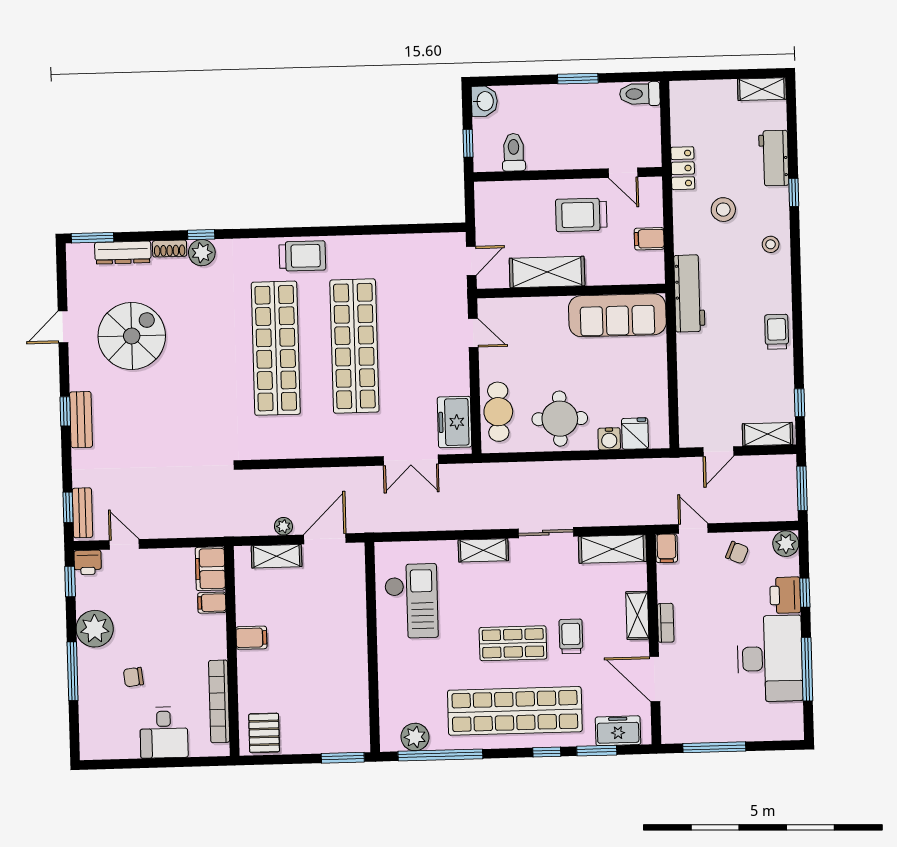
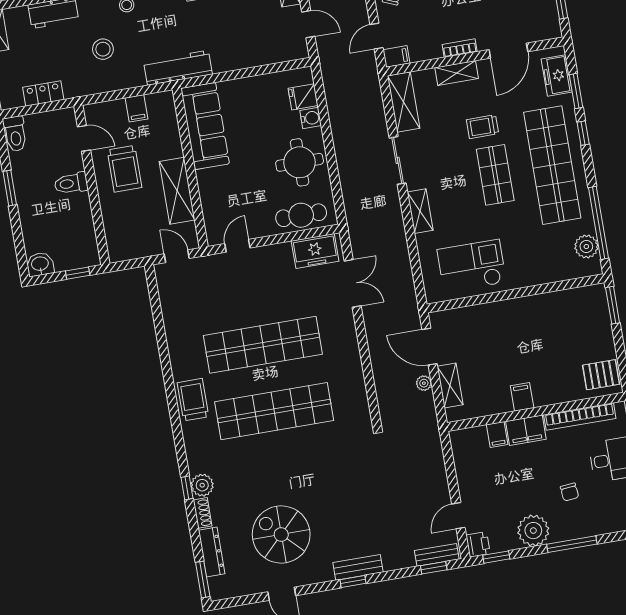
toilet: (514, 152) -> (71, 183), moved
locker: (683, 168) -> (43, 93), moved
door: (623, 173) -> (84, 138), hinge flipped
filing cabinet: (210, 569) -> (526, 430), moved

